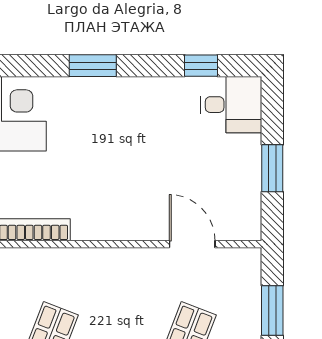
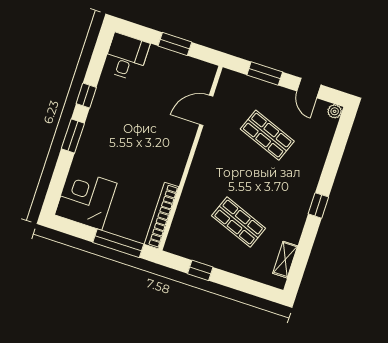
window: (201, 66) -> (86, 96), moved

